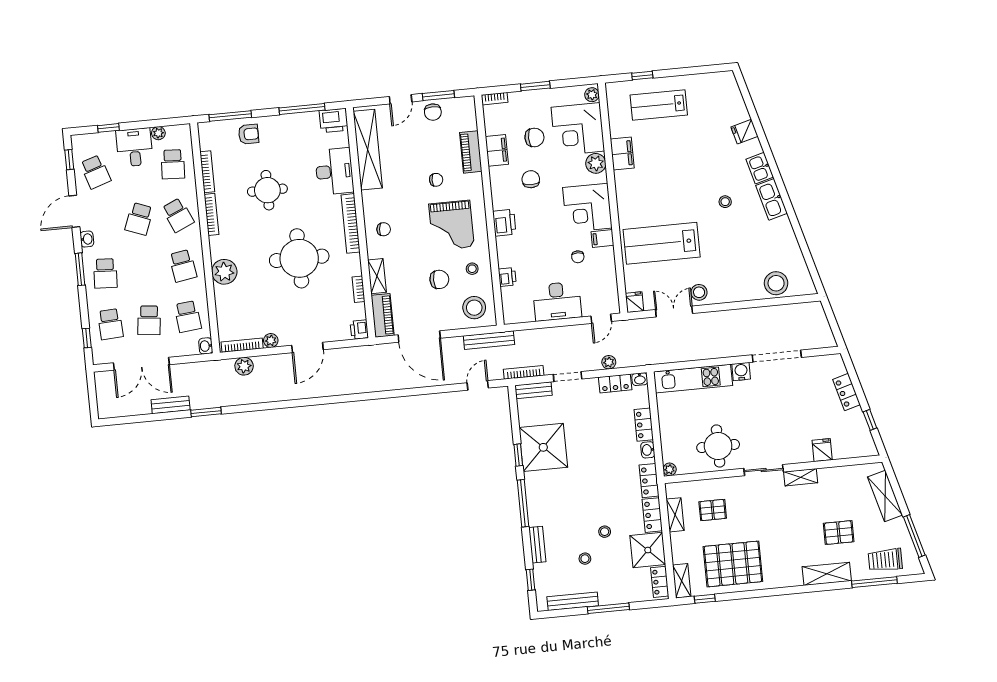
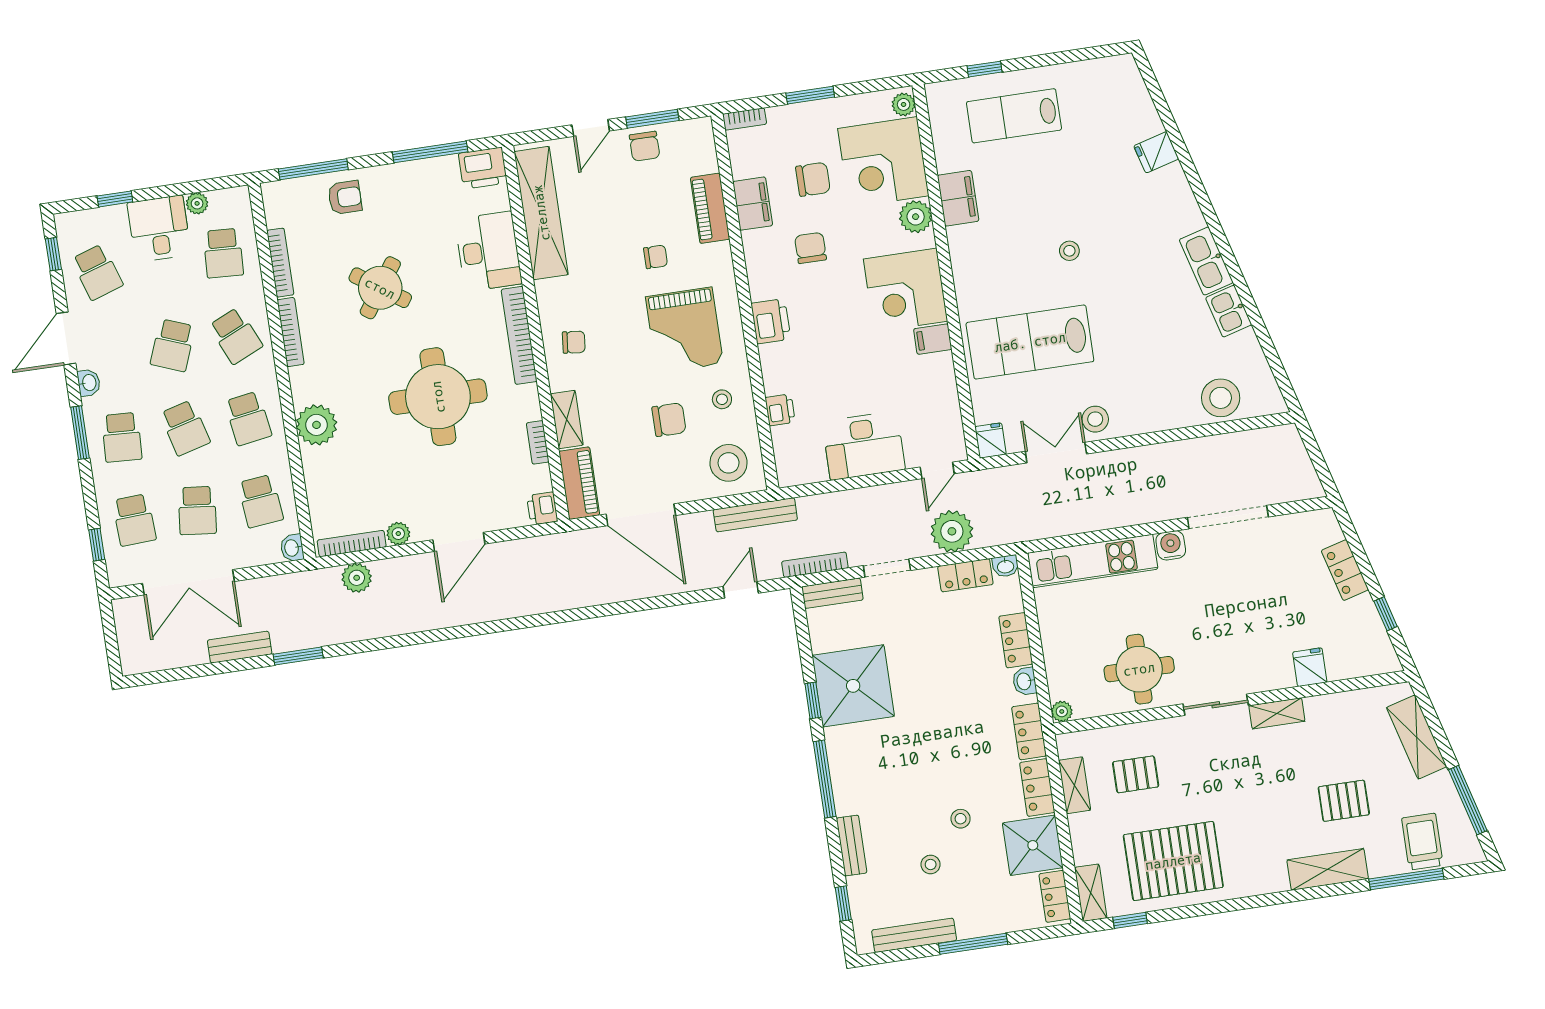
kitchen sink: (760, 168) -> (1229, 311), moved
round table: (267, 190) -> (380, 288), turned 35
stool: (725, 202) -> (1069, 251), moved
chair: (578, 257) -> (894, 371), removed
school desk: (144, 270) -> (185, 428), added
plant: (609, 362) -> (952, 531), width x1.88, depth x1.88
trolley: (885, 560) -> (1422, 842), turned 90

